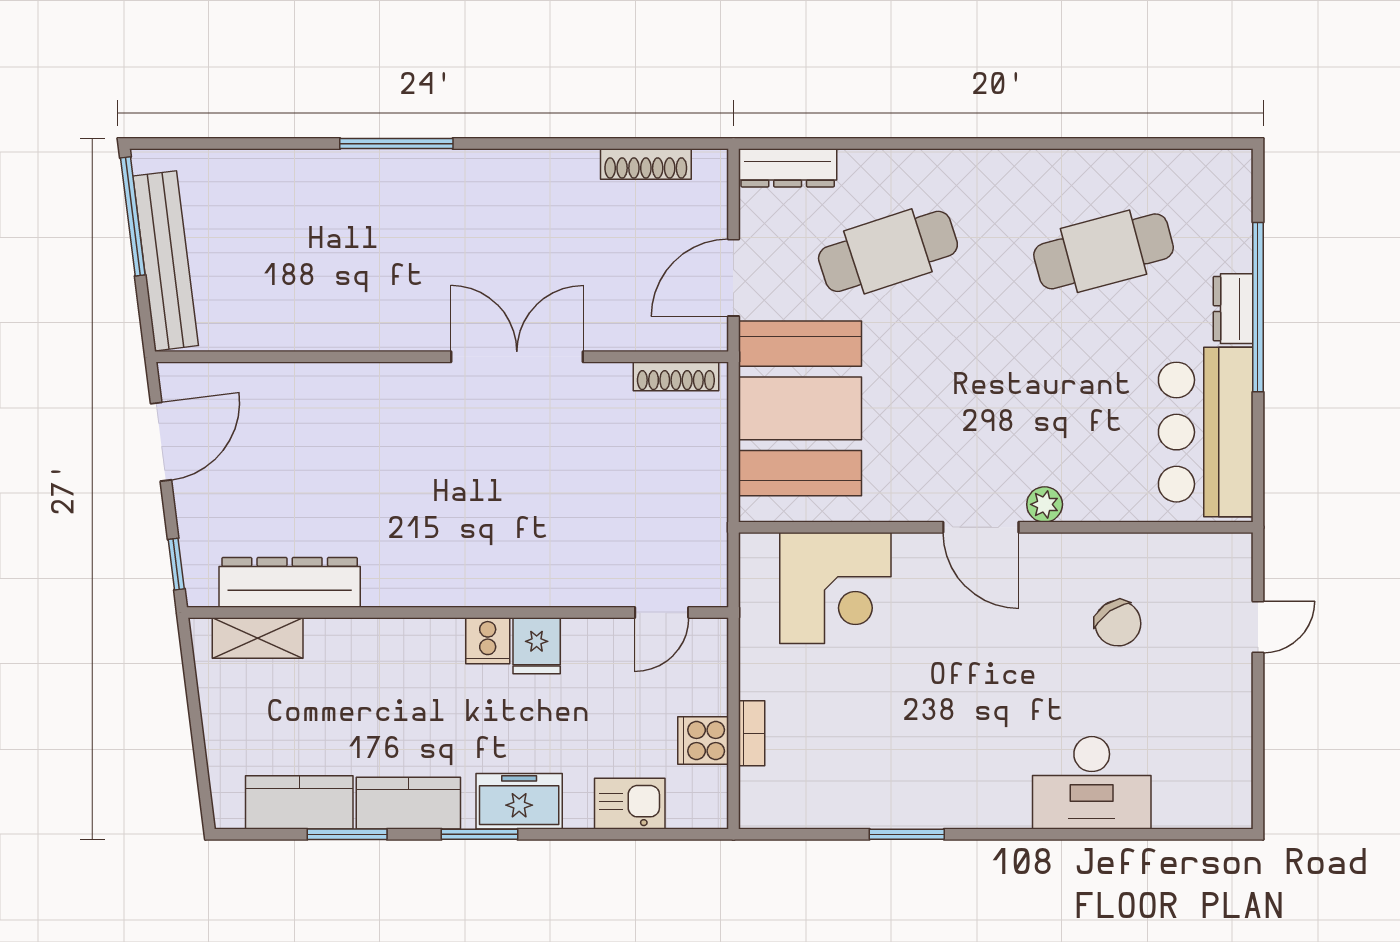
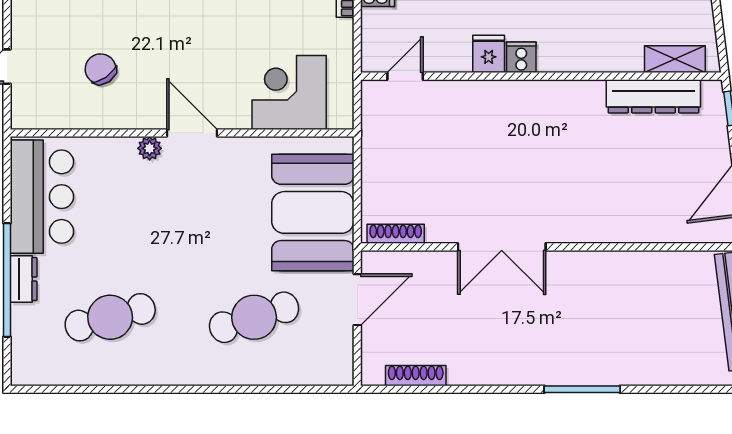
dresser: (788, 168) -> (321, 373), removed

